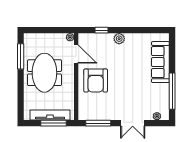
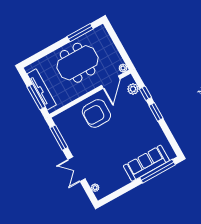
window: (122, 30) -> (156, 112), added
plant: (119, 39) -> (133, 89), moved
window: (172, 91) -> (158, 171), moved

